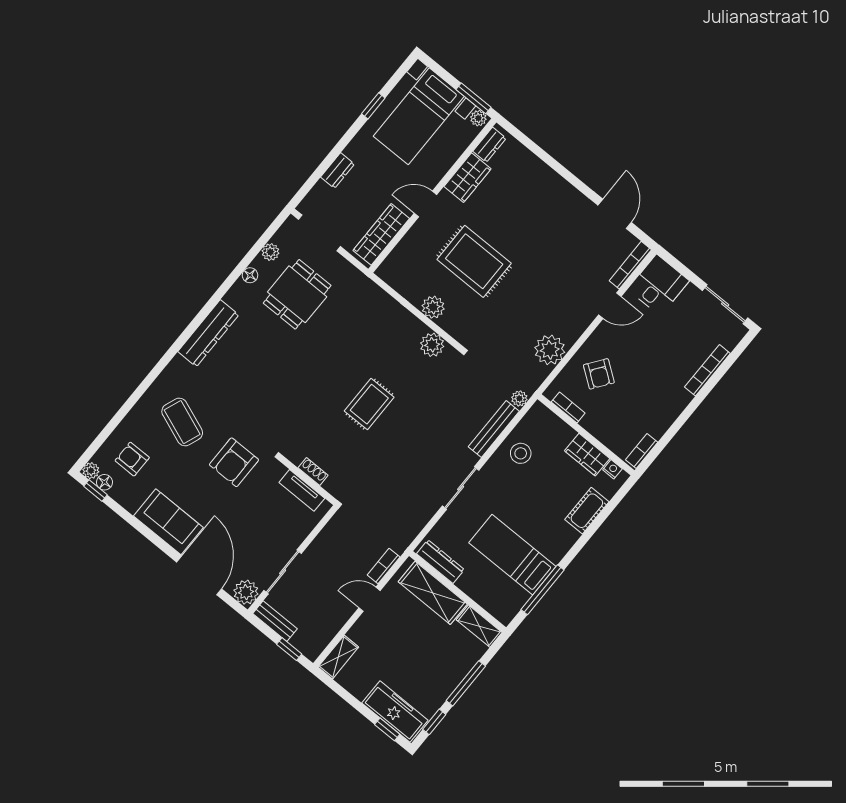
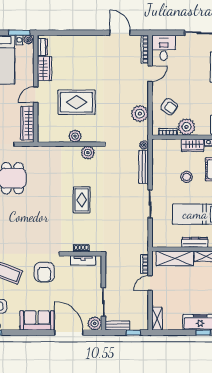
plant: (600, 422) -> (186, 127), added
stool: (521, 453) -> (187, 177), moved
dresser: (440, 562) -> (195, 242), moved

